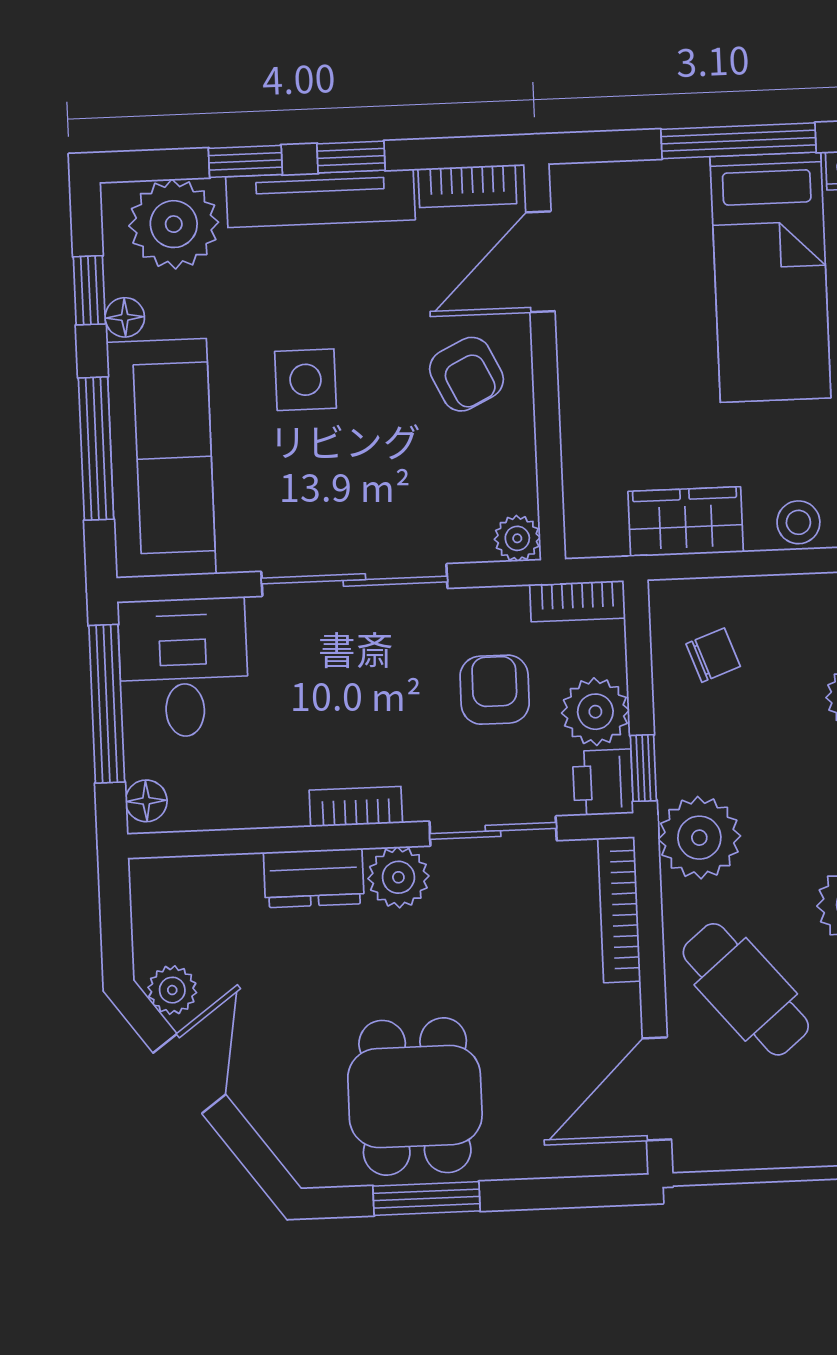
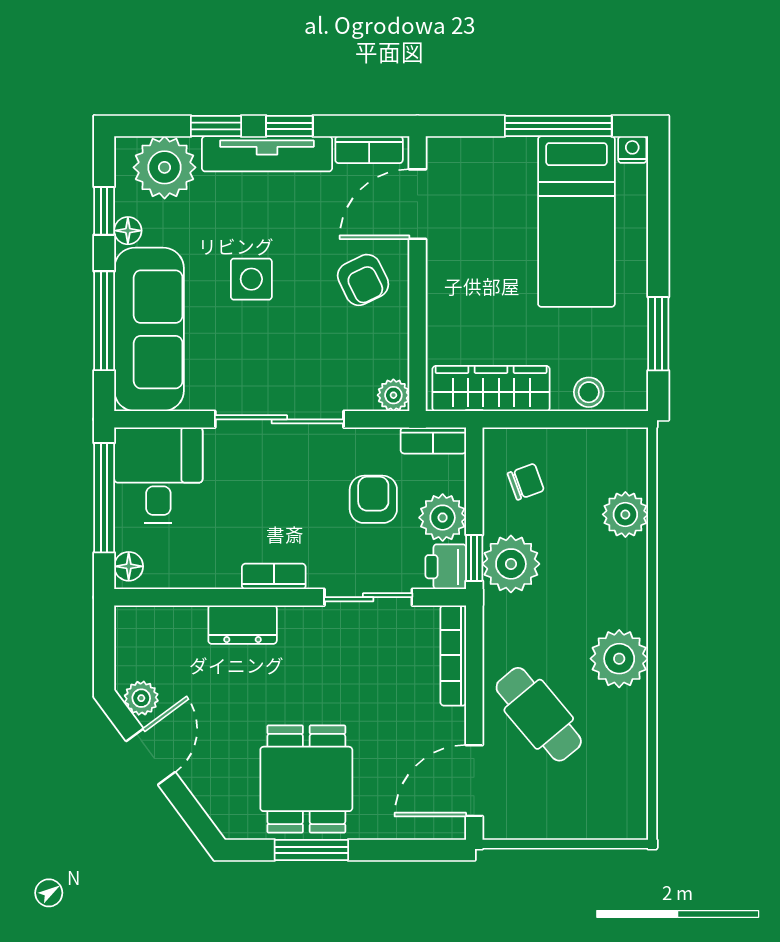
wardrobe: (686, 522) -> (491, 389), width x1.50
plant: (699, 838) -> (511, 564), moved
plant: (398, 877) -> (301, 627), removed

